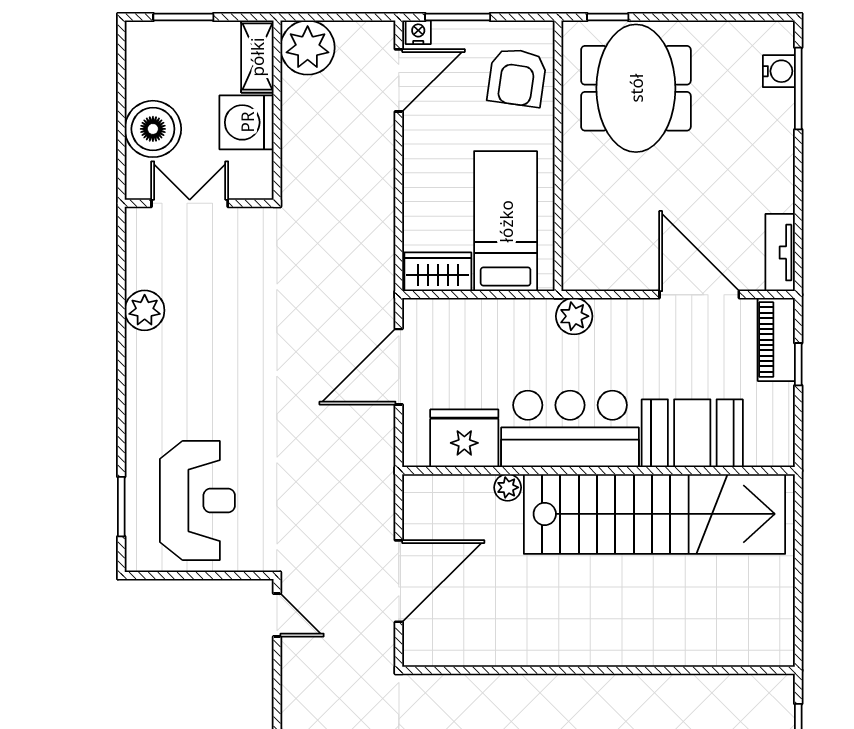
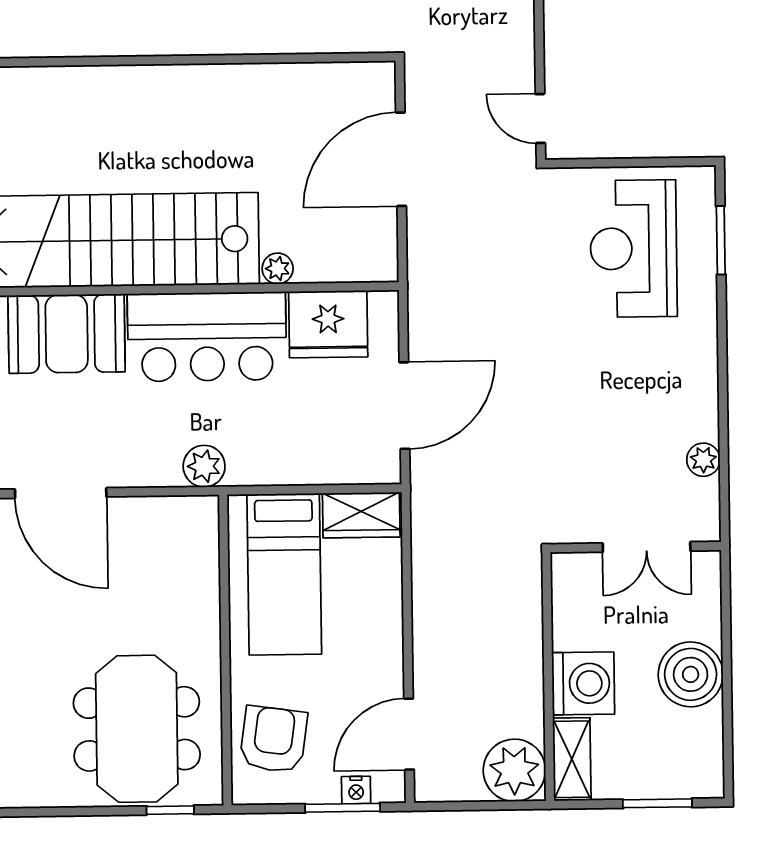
nightstand: (418, 32) -> (356, 790), moved
double door: (190, 203) -> (647, 547), moved
wall: (199, 203) -> (636, 547), moved
plant: (145, 310) -> (703, 460), width x0.73, depth x0.73

